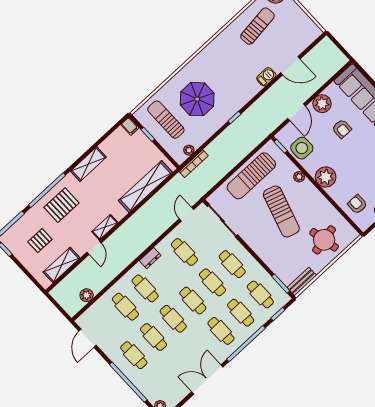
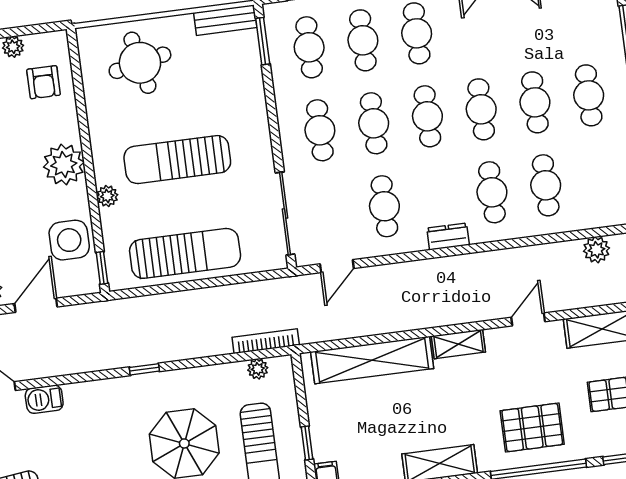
sun lounger: (281, 212) -> (177, 160), turned -107
shelving: (105, 227) -> (458, 344), moved

